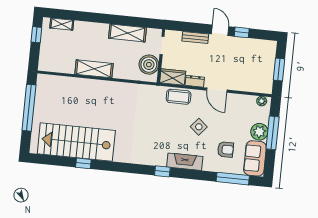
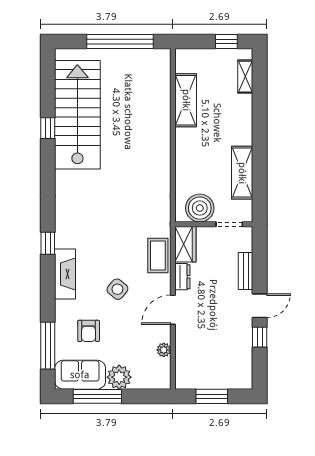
shelving: (94, 69) -> (186, 100), moved
plant: (262, 101) -> (164, 350), moved
window: (273, 133) -> (97, 396), moved

